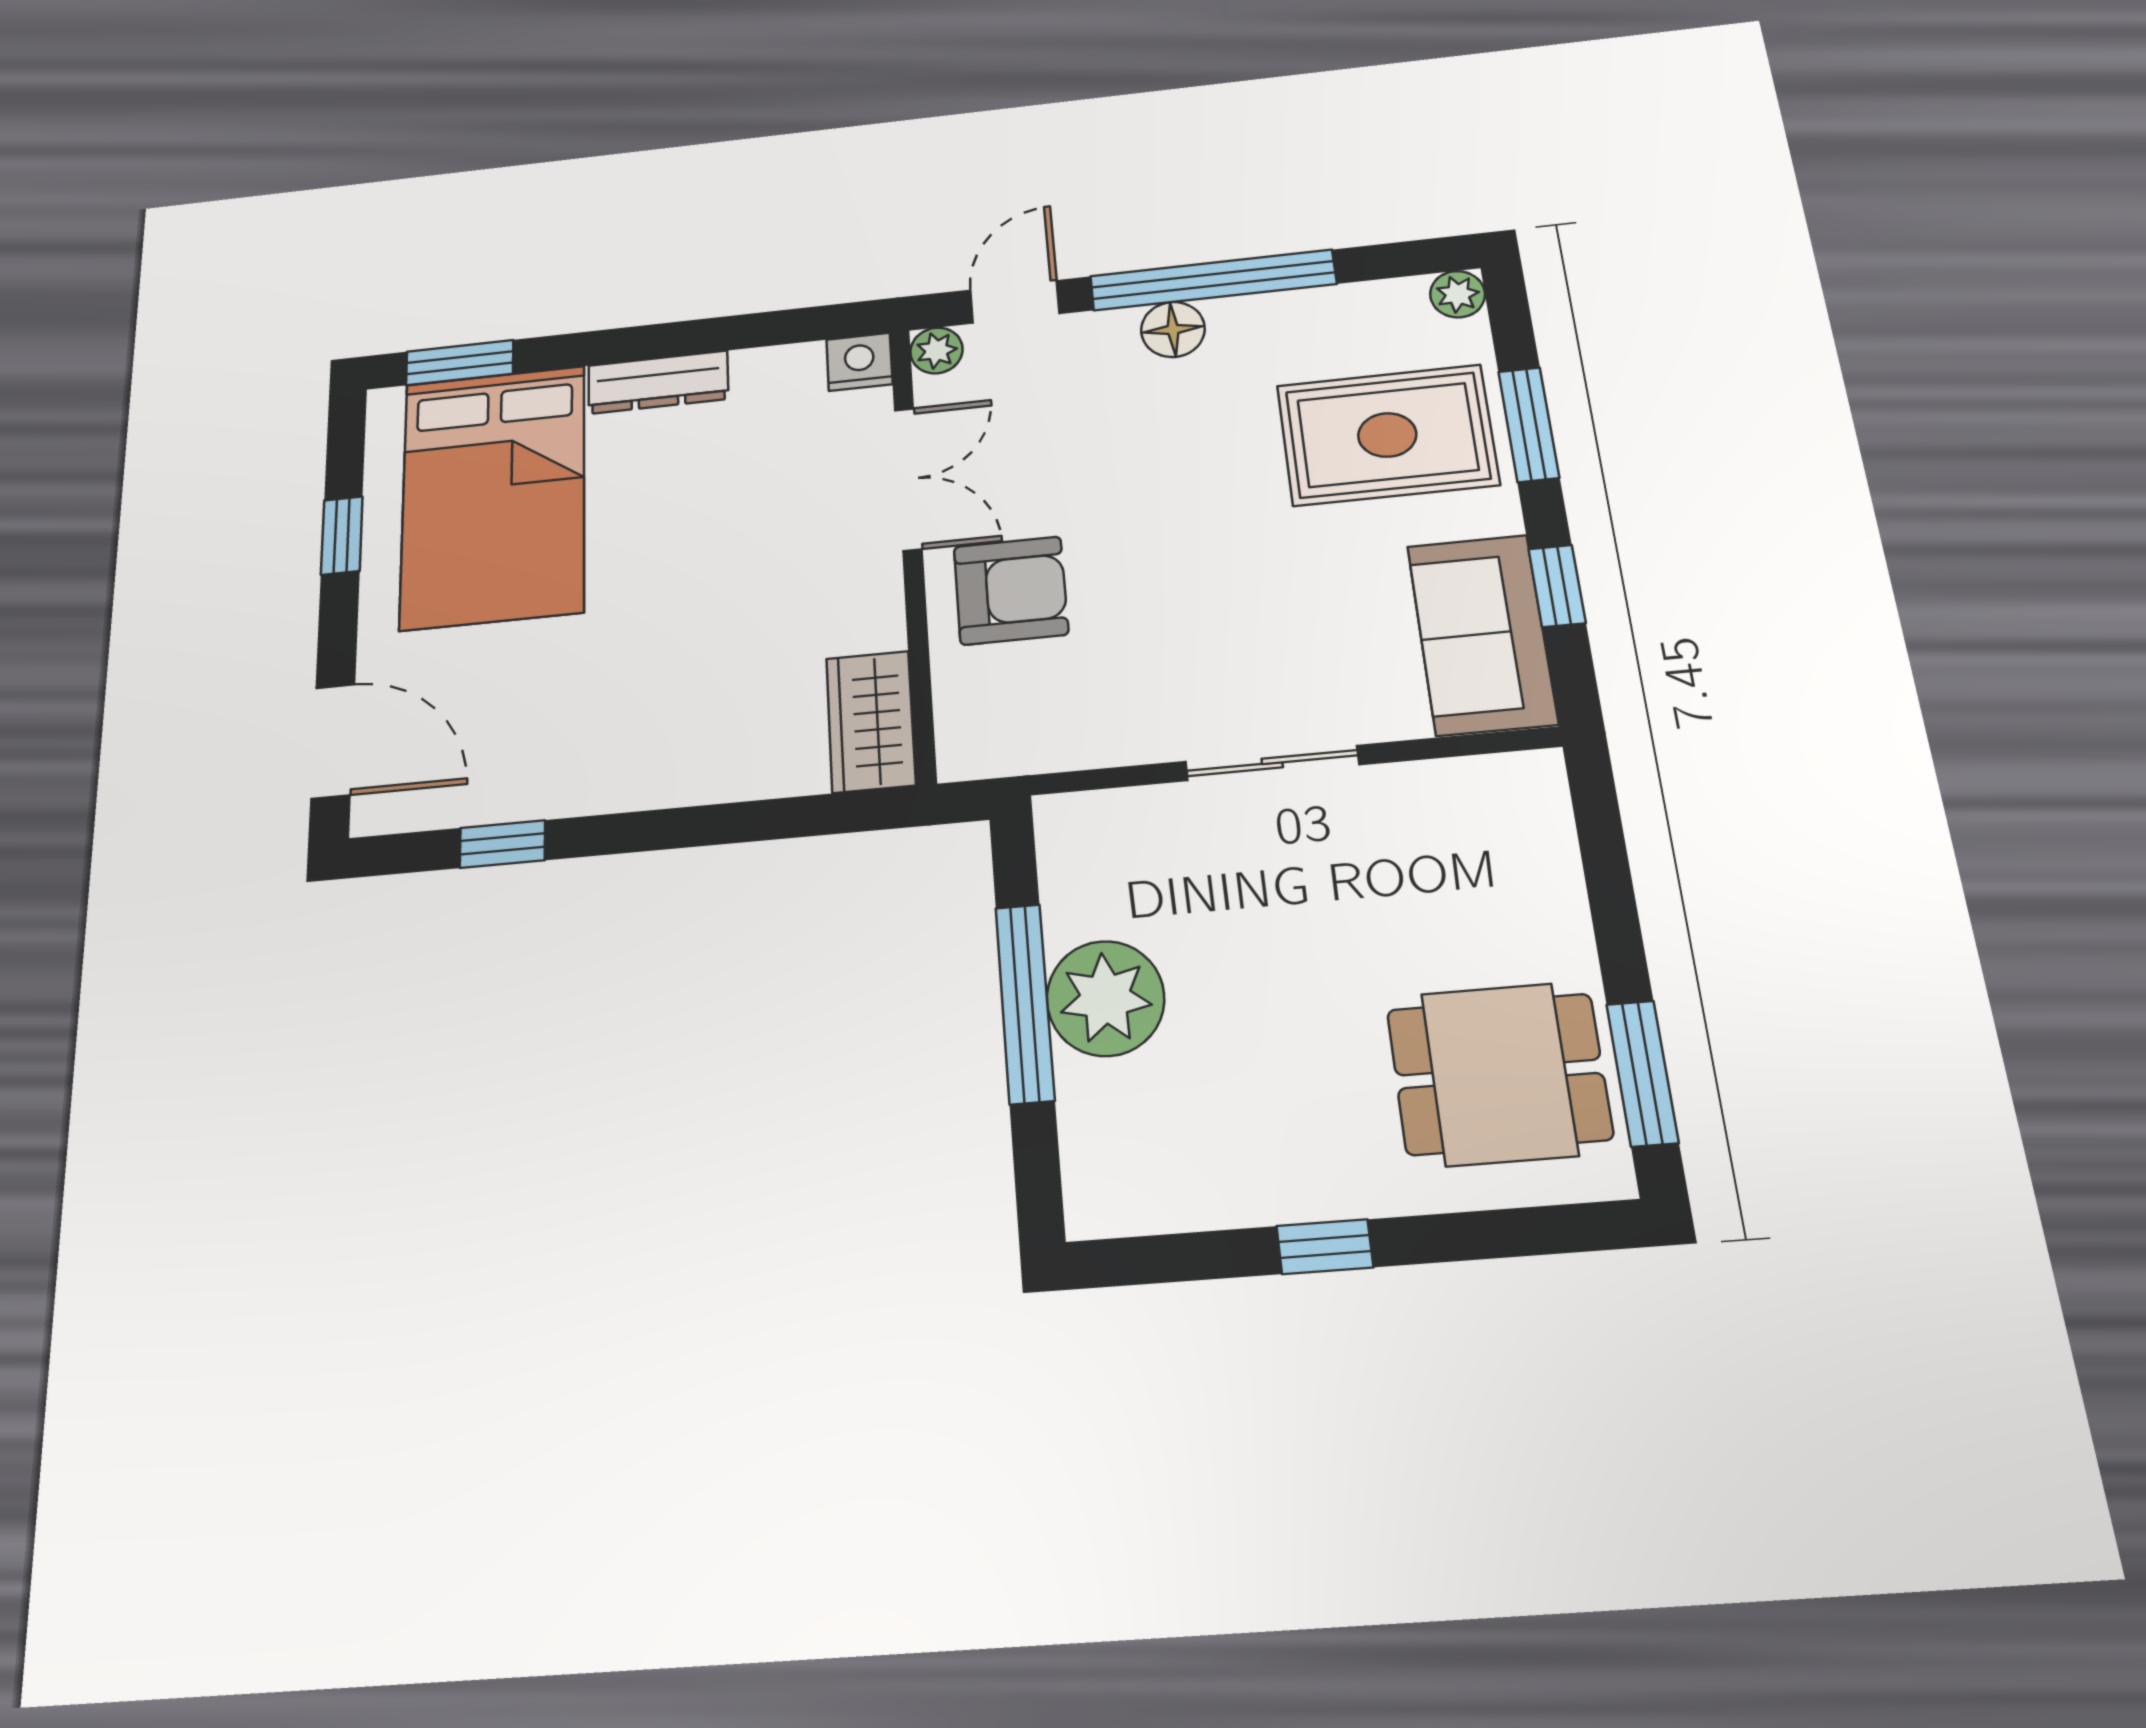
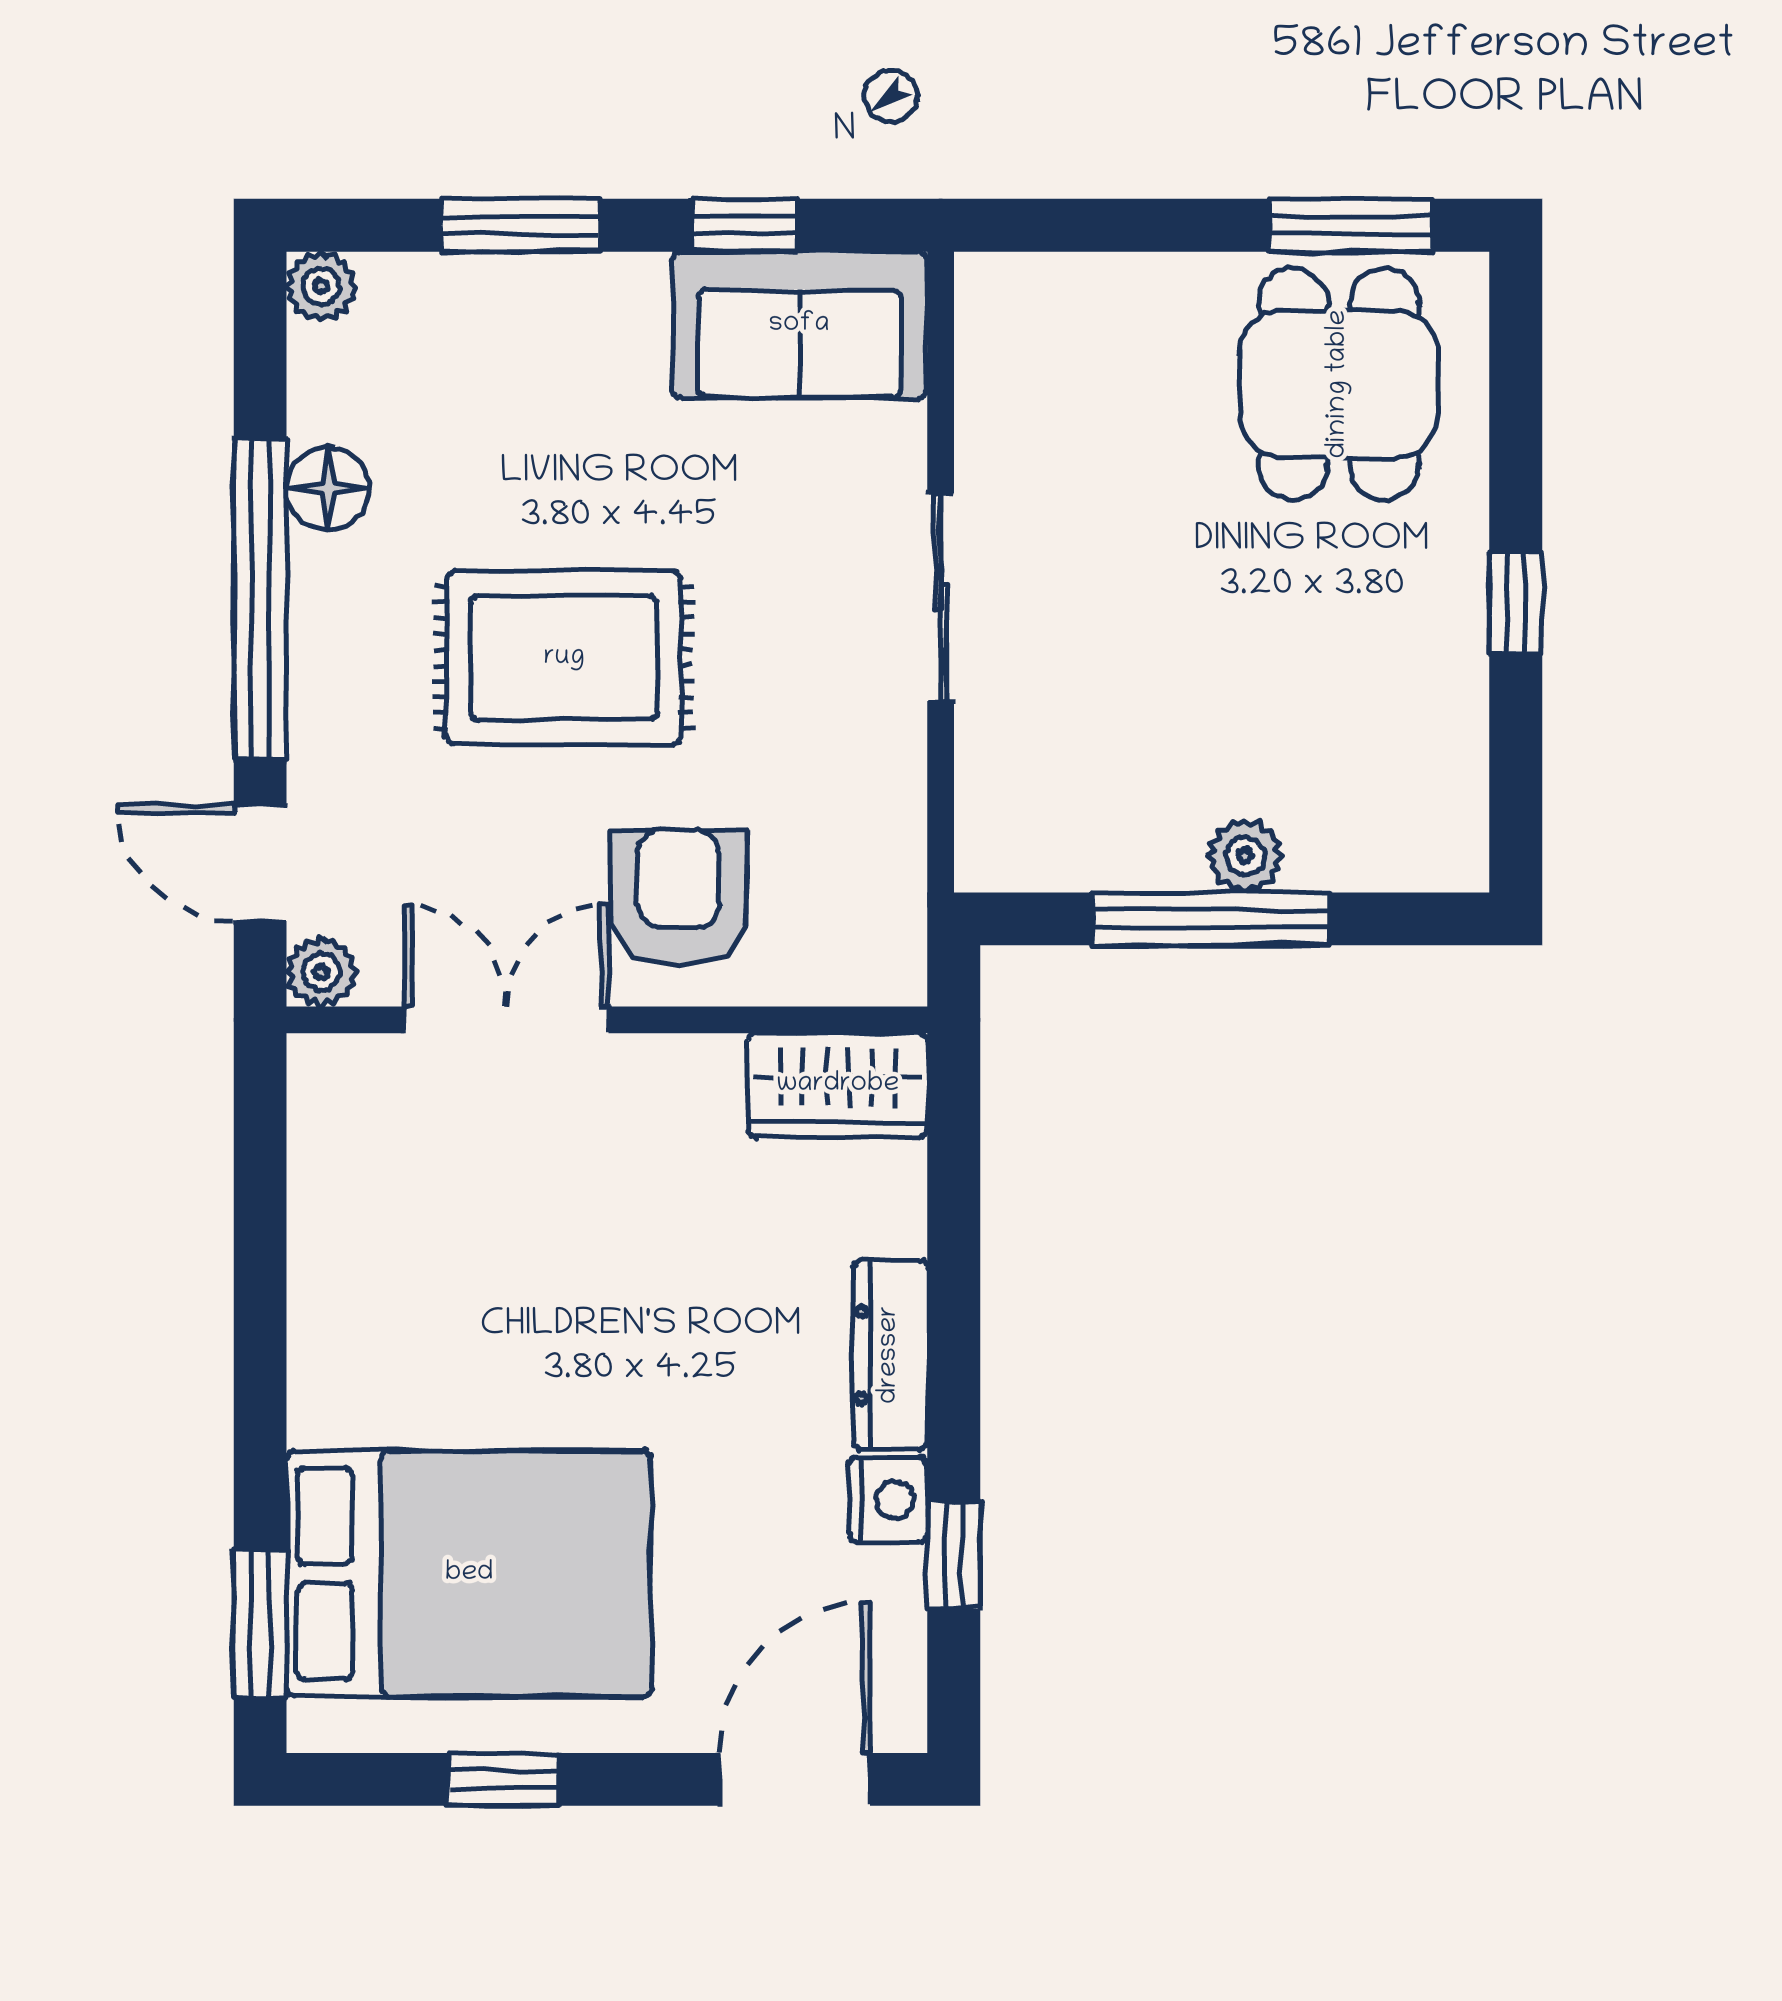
floor lamp: (1173, 329) -> (328, 488), moved
nightstand: (859, 362) -> (888, 1500), moved, turned 180
dresser: (658, 382) -> (890, 1355), moved, turned 180
rug: (1387, 435) -> (564, 658), moved, turned 90
plant: (1105, 998) -> (1245, 856), width x0.53, depth x0.53

